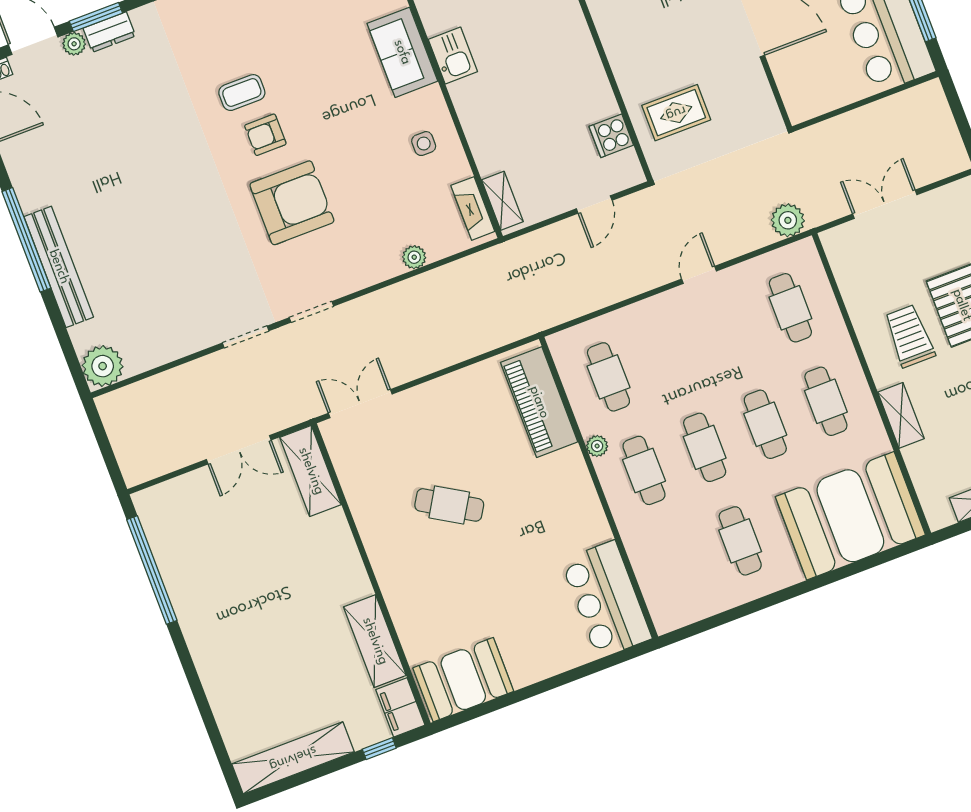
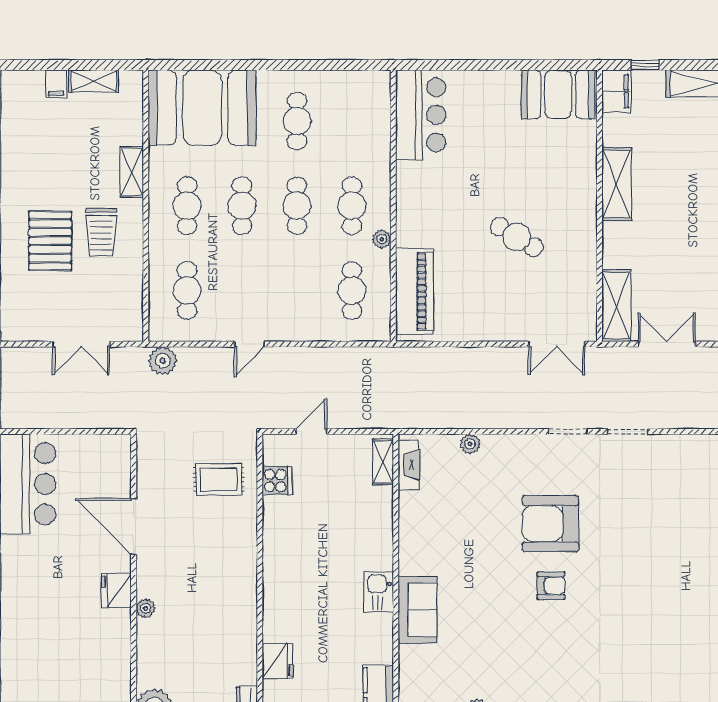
coffee table: (242, 93) -> (557, 626), removed
side table: (424, 144) -> (428, 531), removed
shelving: (375, 641) -> (617, 184), moved

